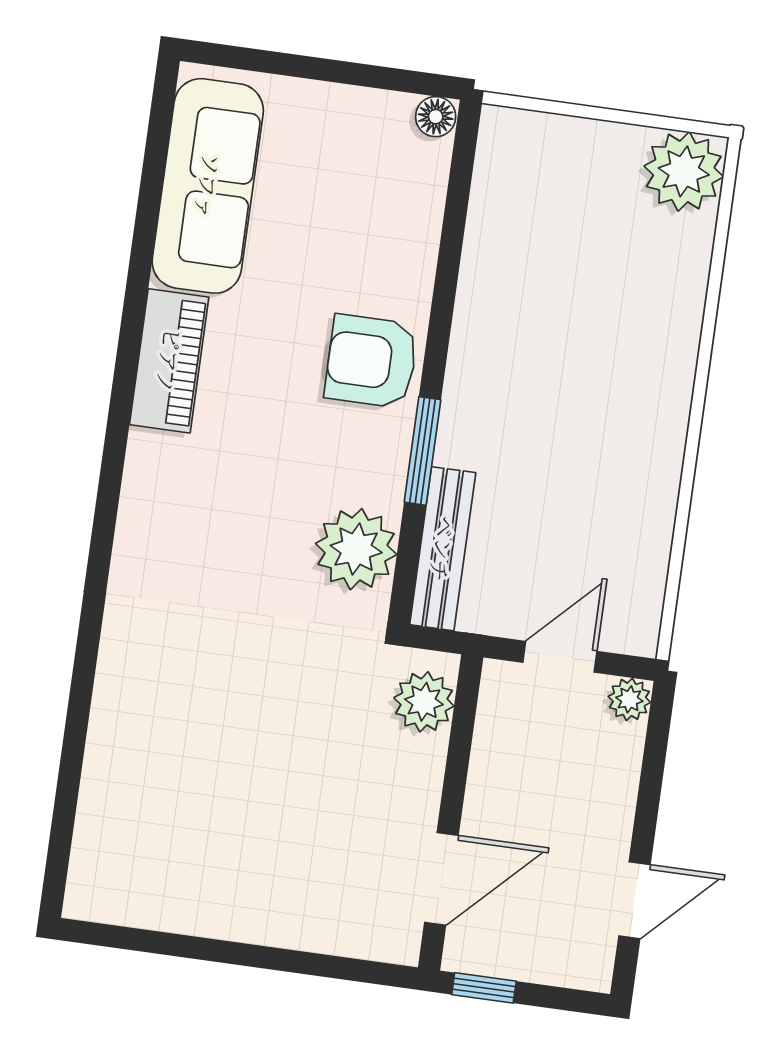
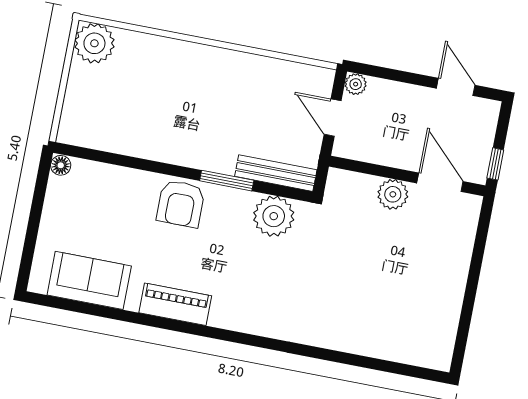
sofa: (208, 186) -> (89, 280), width x0.73
plant: (424, 702) -> (393, 194), moved

